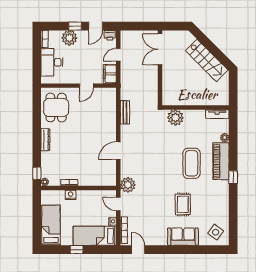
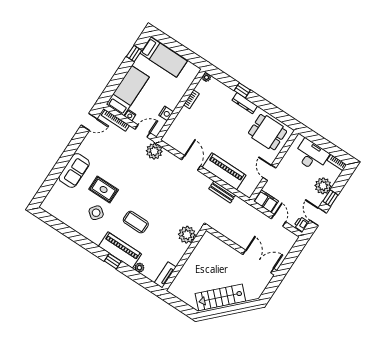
piano: (108, 121) -> (224, 171), added
coffee table: (192, 163) -> (136, 222), width x0.73, depth x0.76
window: (37, 173) -> (242, 90), moved
window: (233, 177) -> (113, 261), moved
nightstand: (71, 195) -> (166, 113), moved
side table: (216, 232) -> (96, 213), moved
window: (77, 250) -> (134, 53), moved

